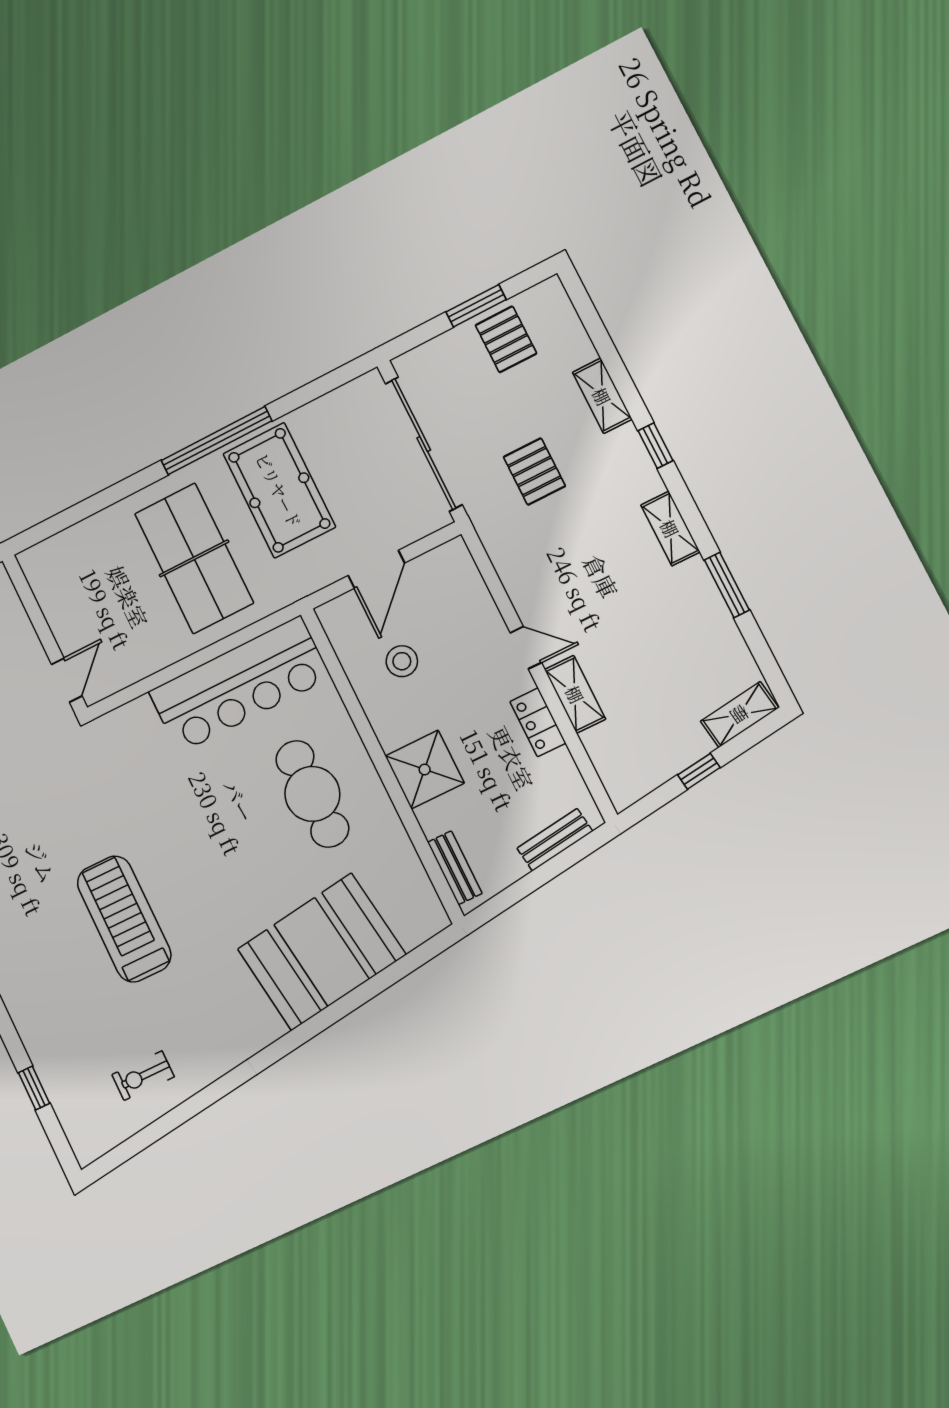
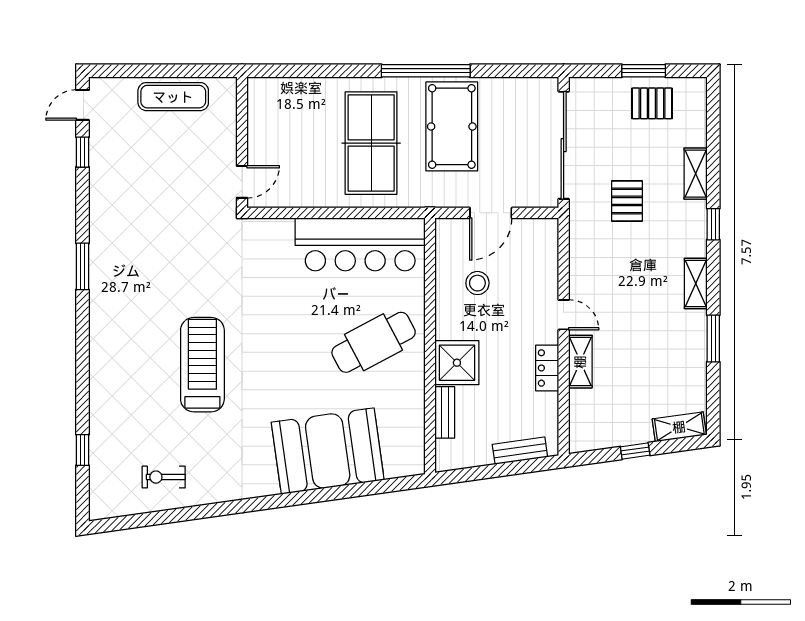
pallet: (506, 339) -> (652, 103), turned 90
cafe table: (312, 794) -> (374, 342), turned 62
bench: (455, 868) -> (445, 412), moved

